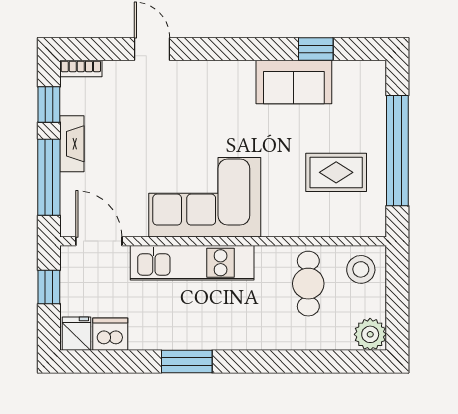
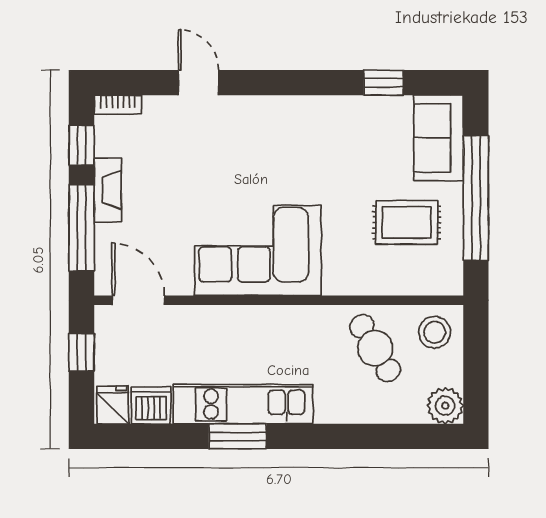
sofa: (294, 82) -> (439, 138), moved, turned 90
kitchen unit: (192, 263) -> (243, 404), moved, turned 180
cafe table: (308, 284) -> (375, 348), turned -31

